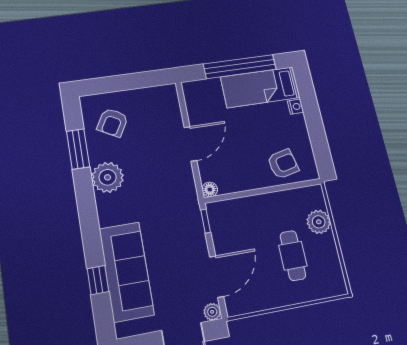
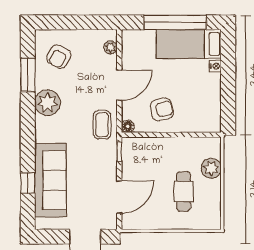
armchair: (283, 164) -> (162, 109), moved
coffee table: (179, 193) -> (102, 125), added
plant: (212, 312) -> (111, 47), moved

